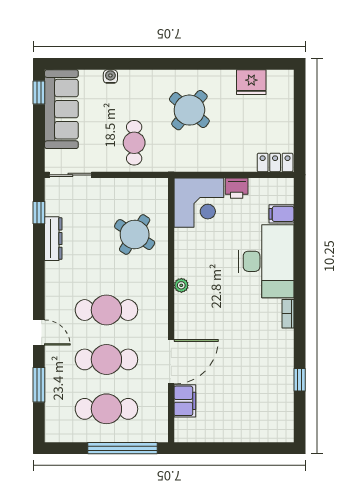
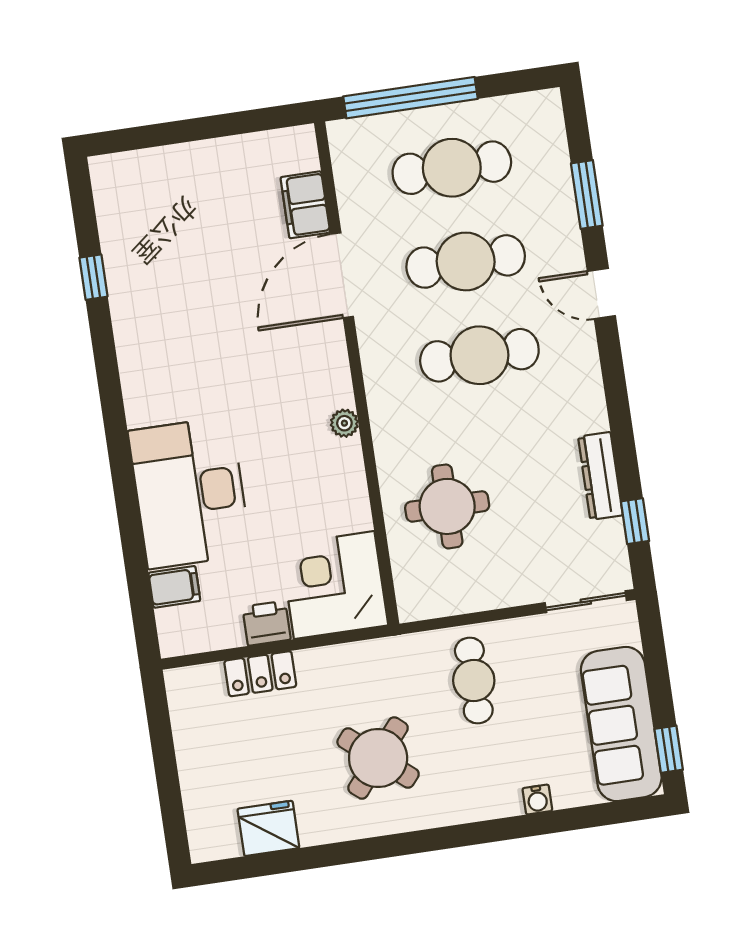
locker: (275, 163) -> (260, 674), moved
round table: (135, 235) -> (447, 506), turned -33
bookcase: (288, 314) -> (134, 399), removed

